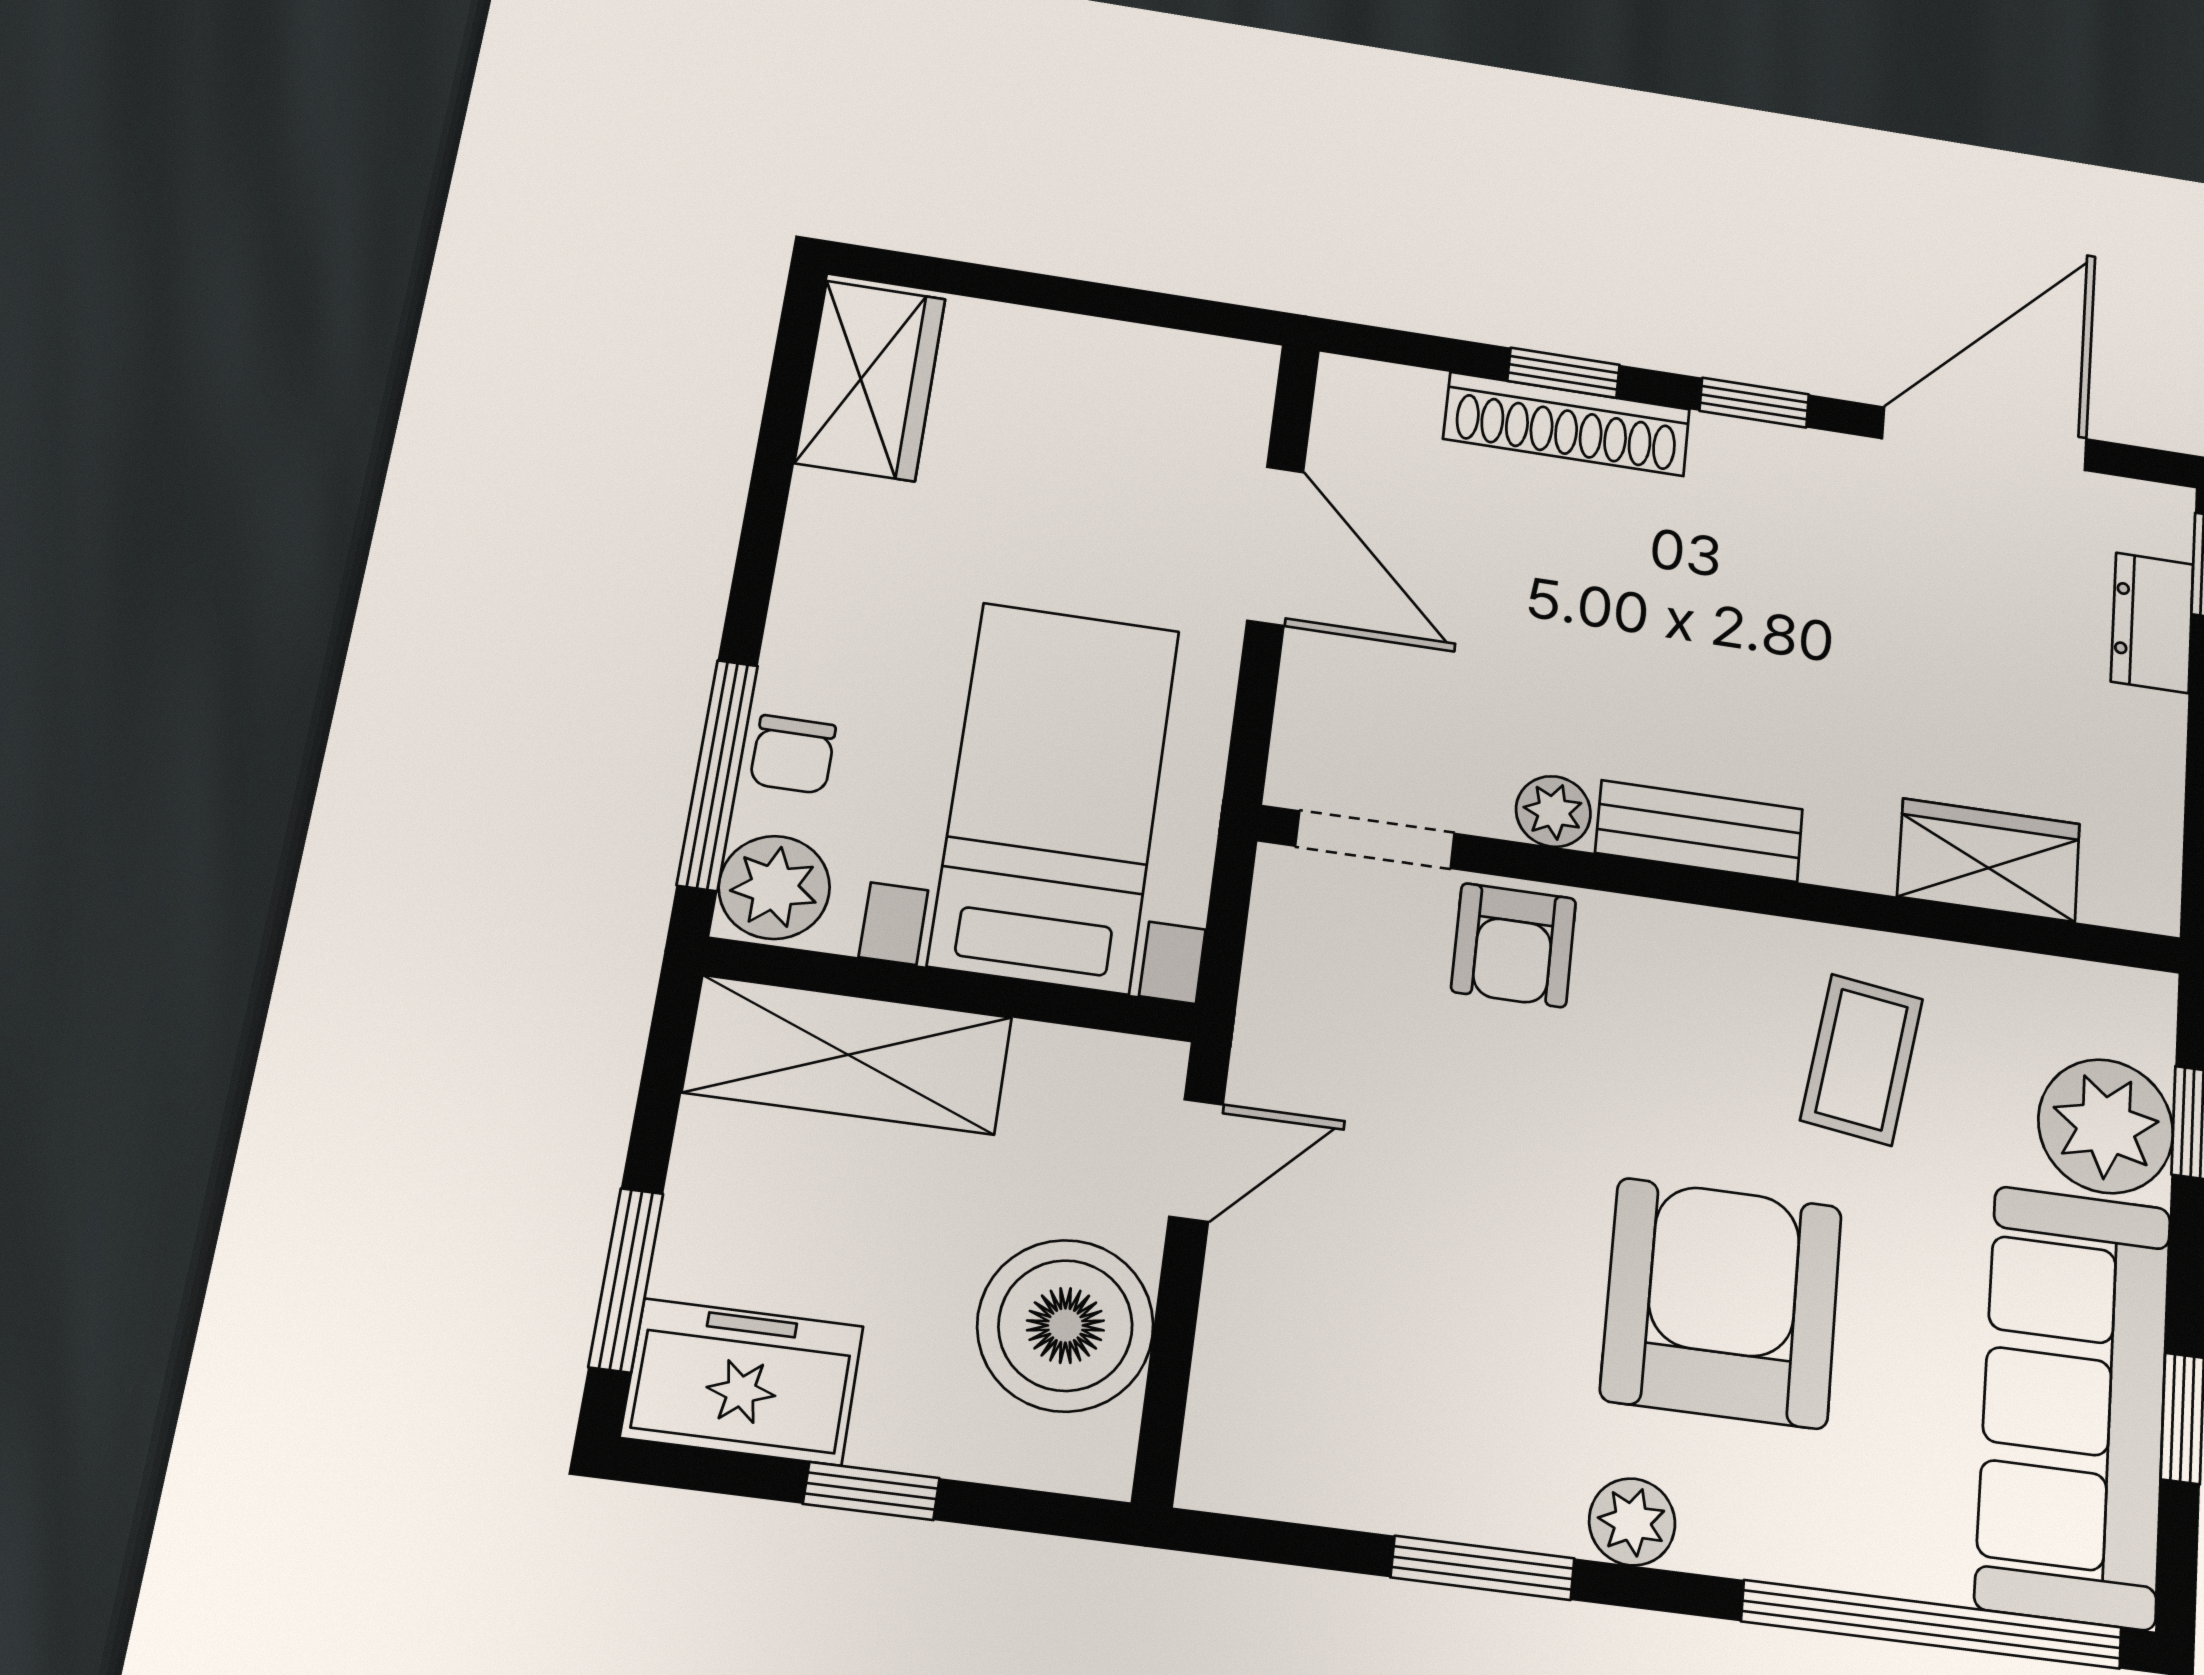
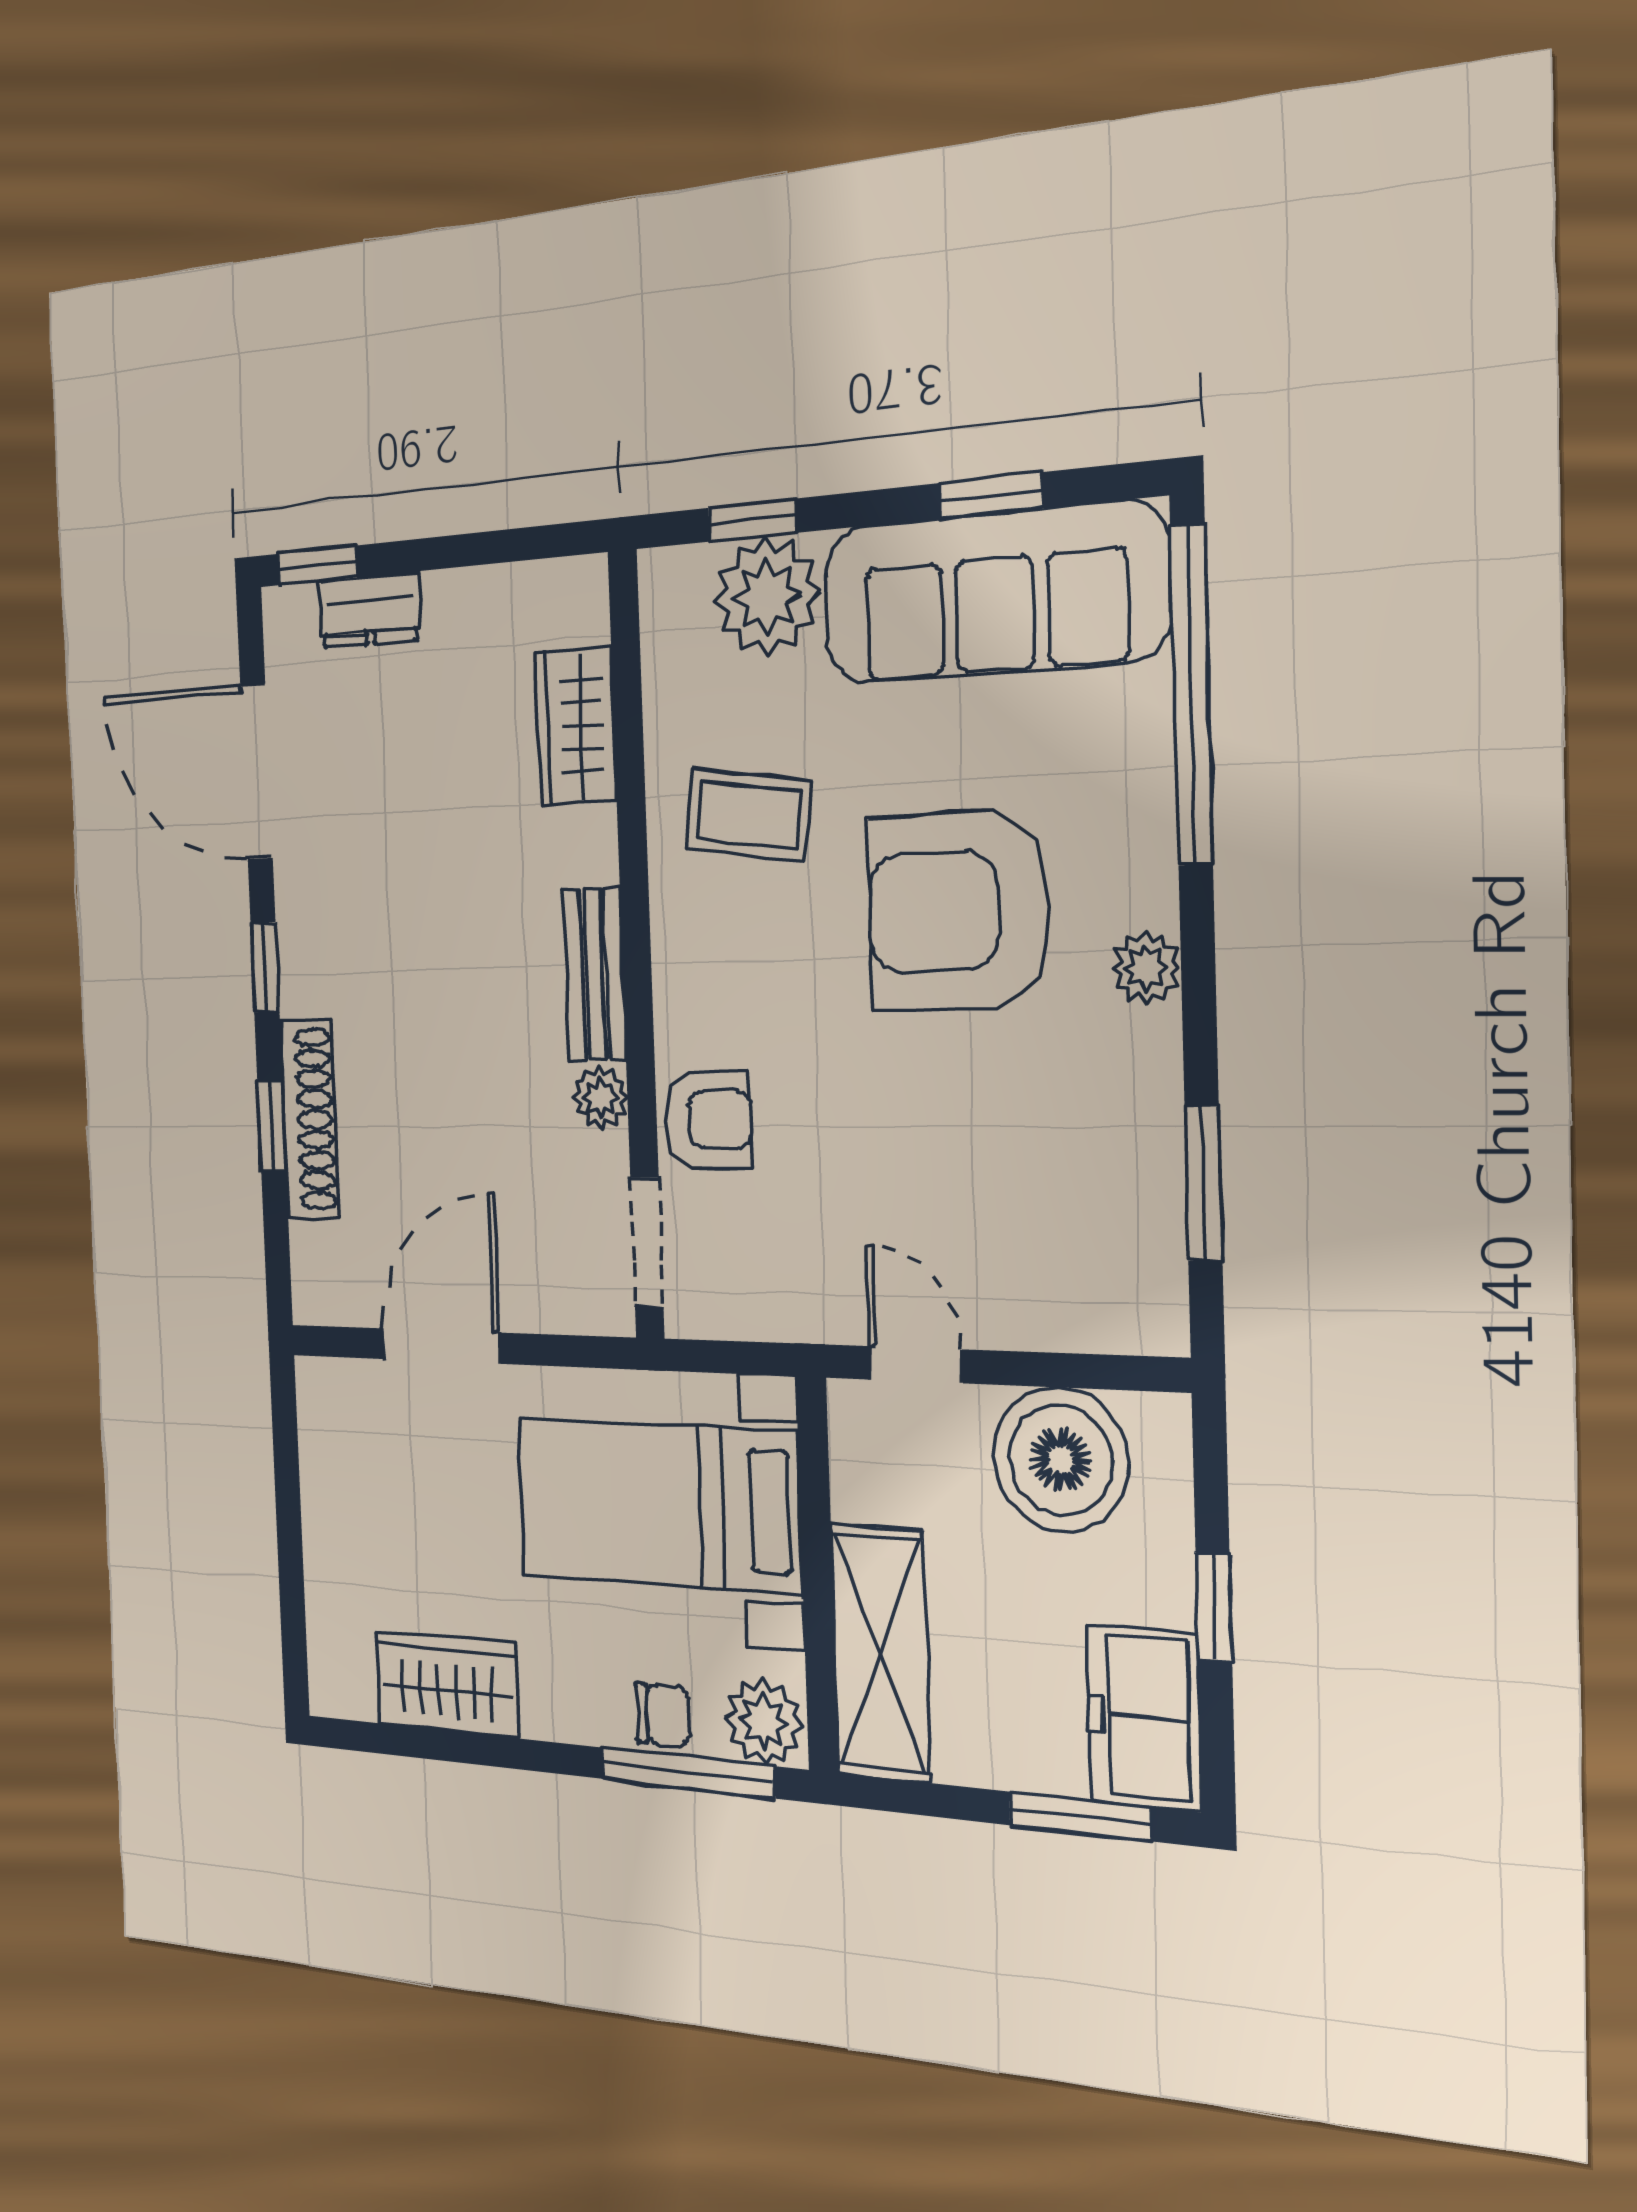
wardrobe: (870, 380) -> (447, 1683), moved
window: (1483, 1568) -> (1203, 1183), moved

